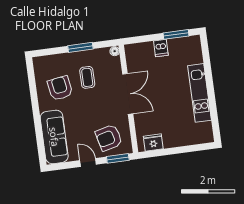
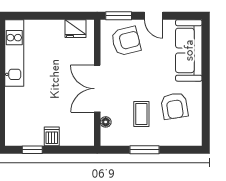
window: (176, 34) -> (32, 150), width x0.67
floor lamp: (115, 51) -> (106, 122), moved
kitchen unit: (200, 93) -> (14, 53), moved

